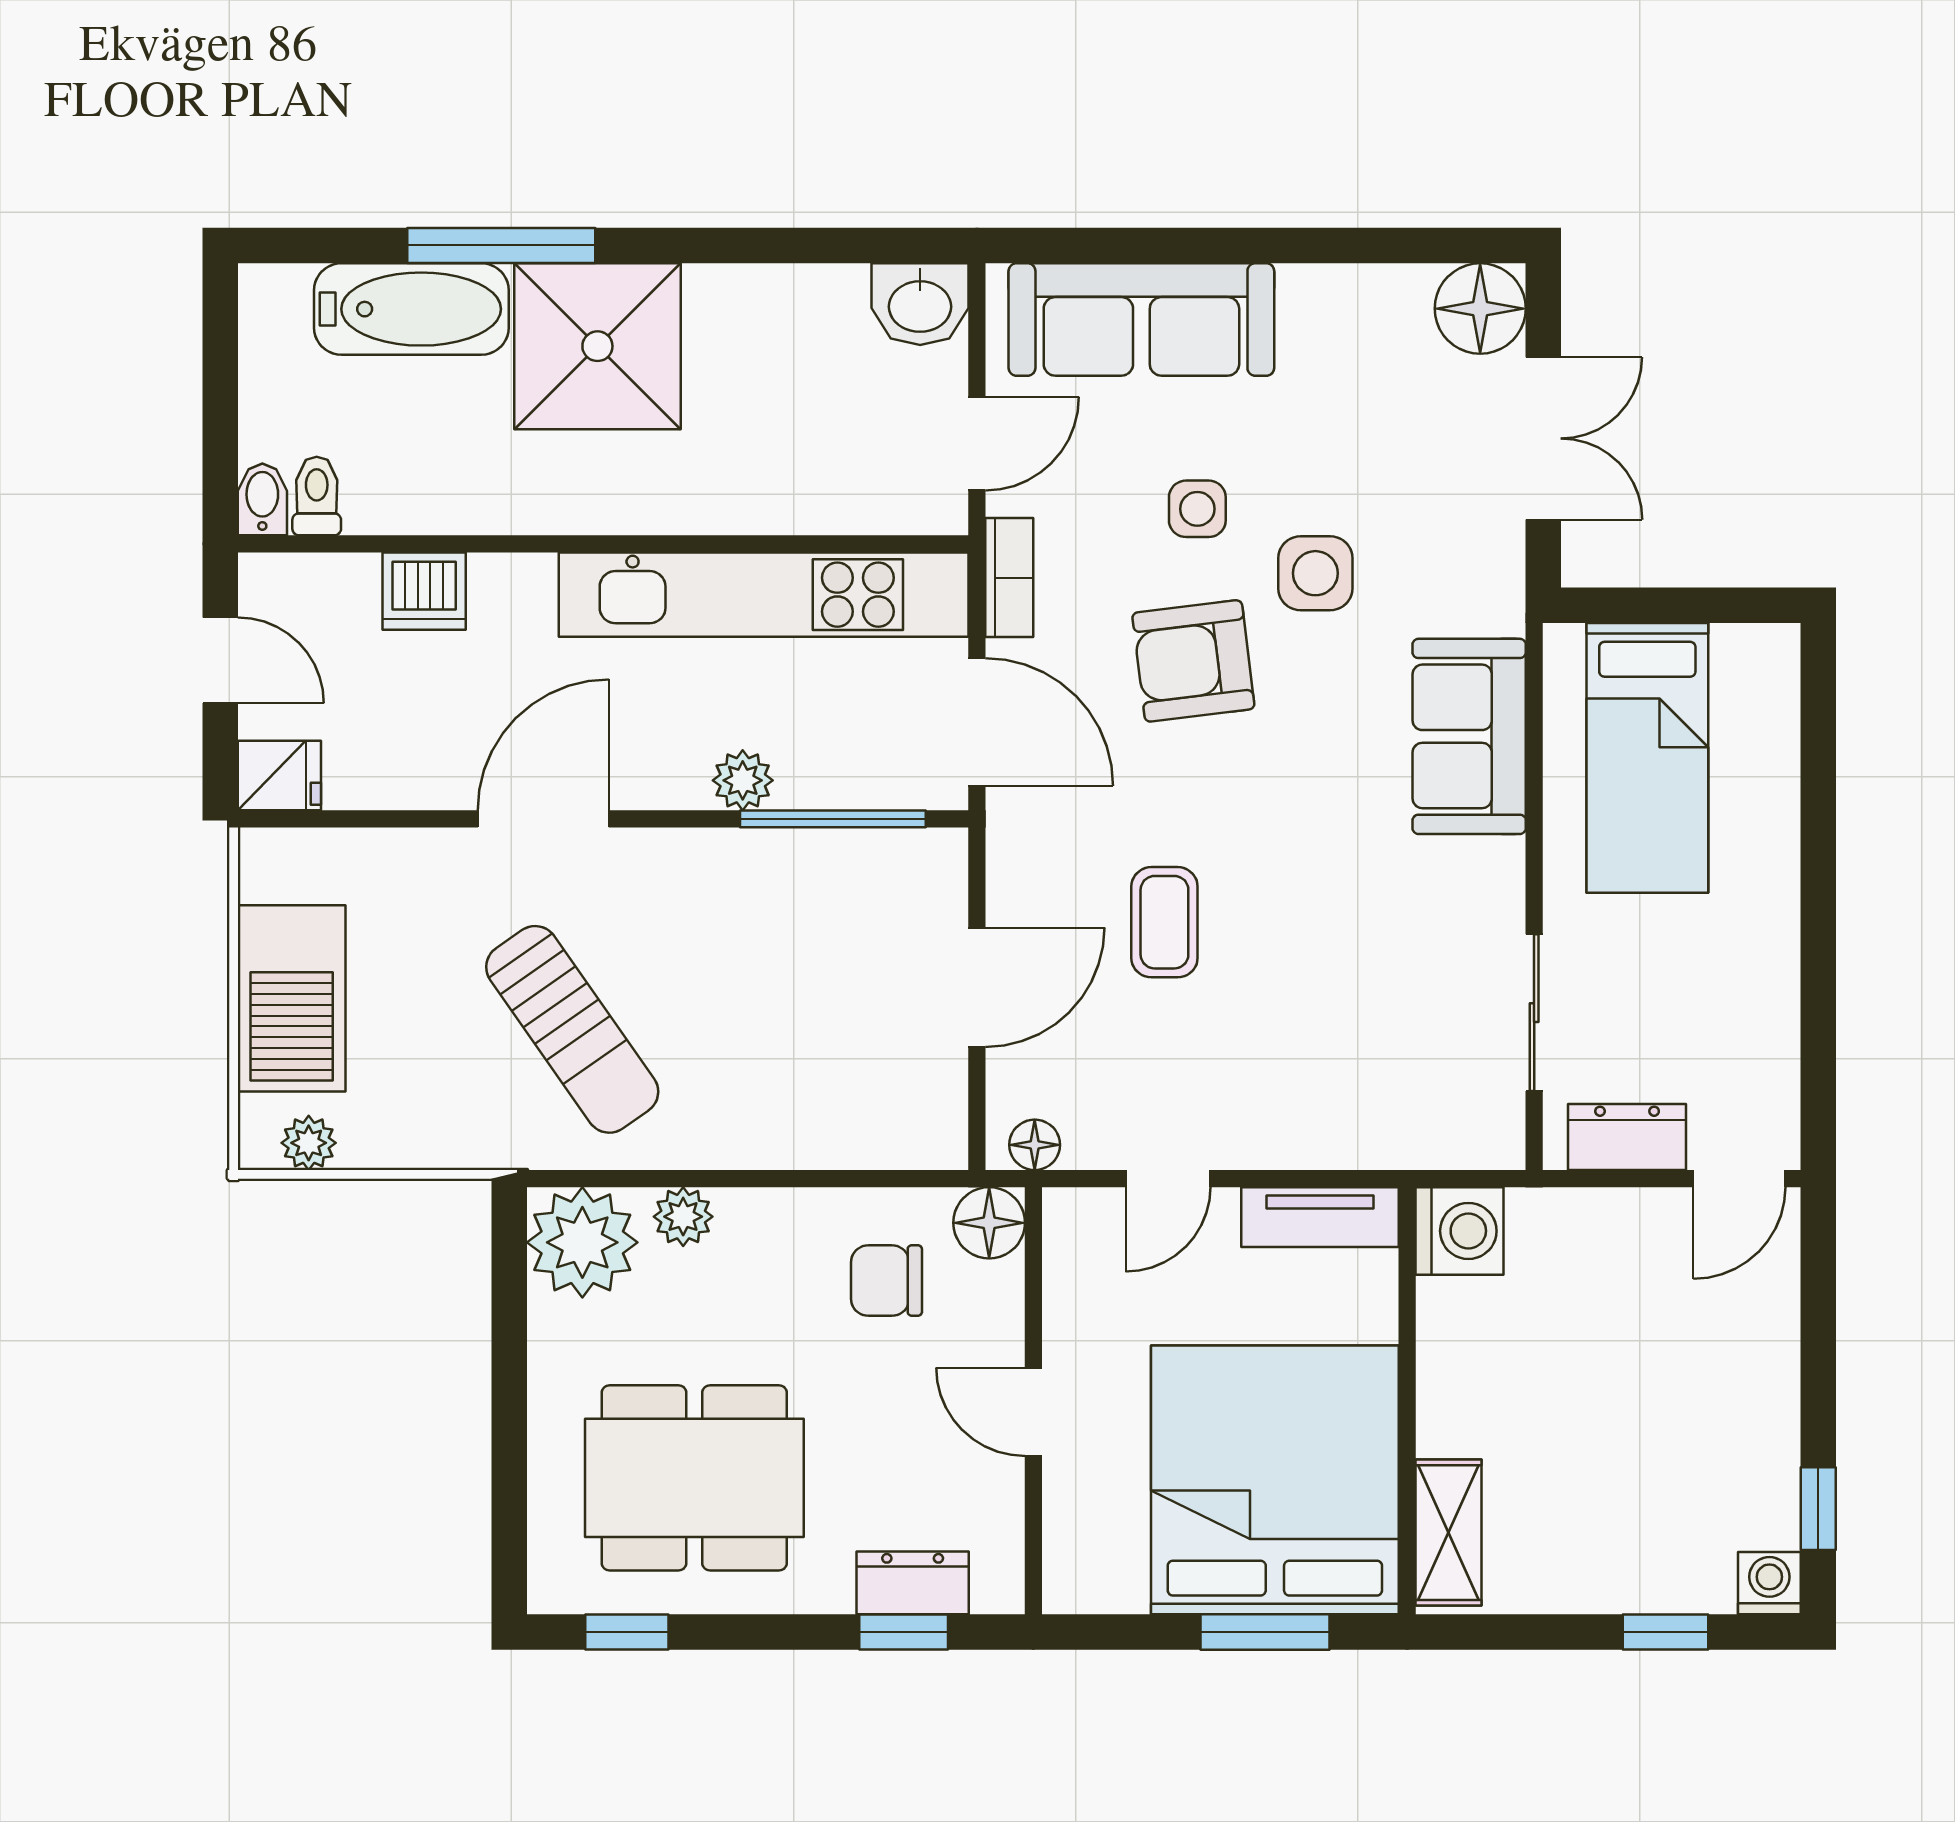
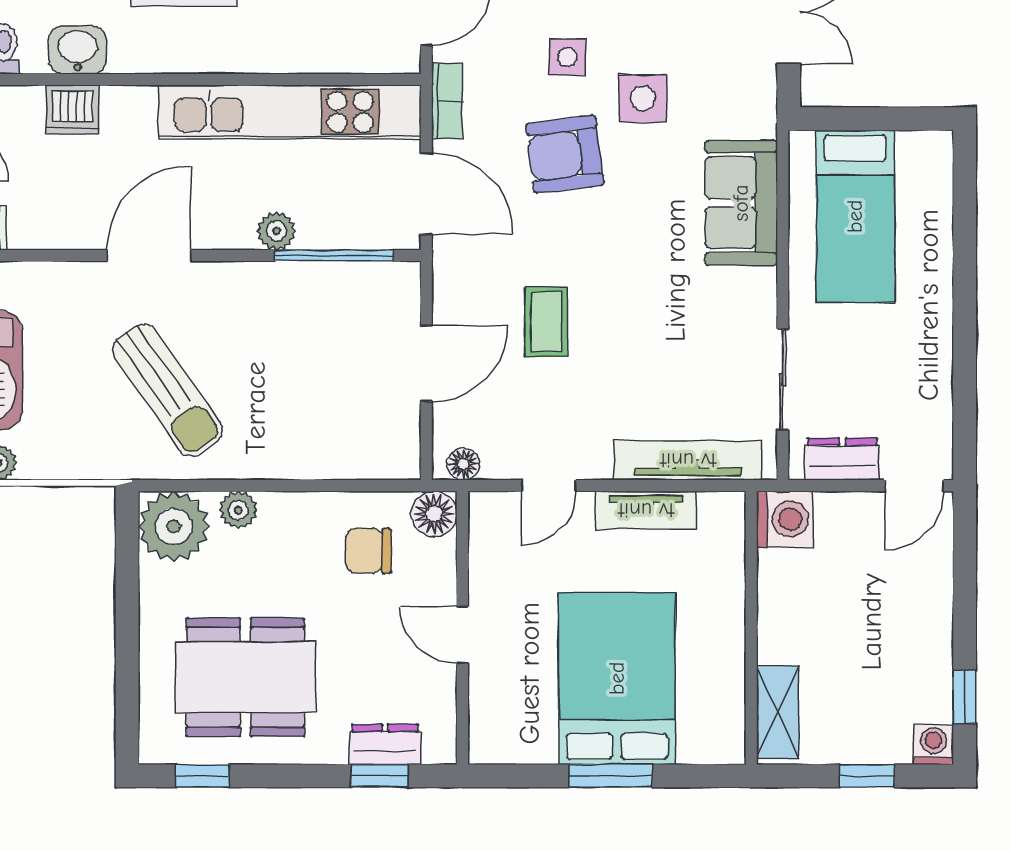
washbasin: (432, 498) -> (78, 50), added
tv unit: (1386, 1139) -> (688, 460), added
washing machine: (1460, 1231) -> (785, 519), moved
wall: (1407, 1401) -> (751, 628), moved
bed: (1275, 1480) -> (617, 678), width x0.73
shelving: (1449, 1533) -> (778, 712), moved

